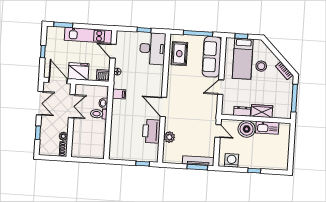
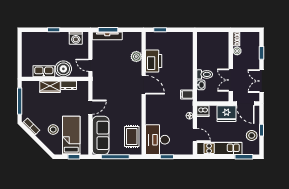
stool: (54, 47) -> (252, 135), added

